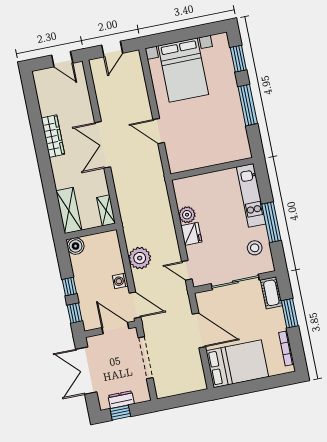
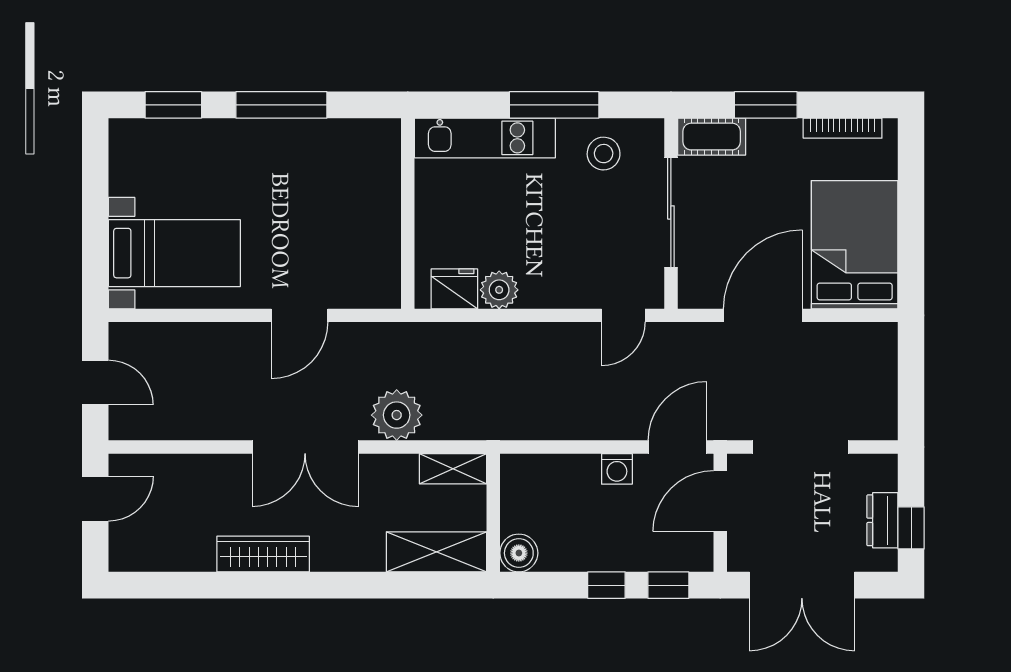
bed with nightstands: (183, 70) -> (174, 253), width x0.73
fridge: (191, 234) -> (454, 289), moved
plant: (140, 258) -> (397, 415), moved

